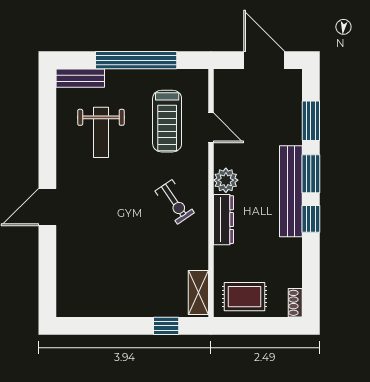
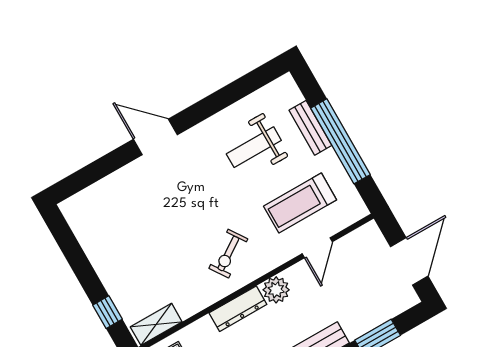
bench: (80, 78) -> (310, 128), moved

